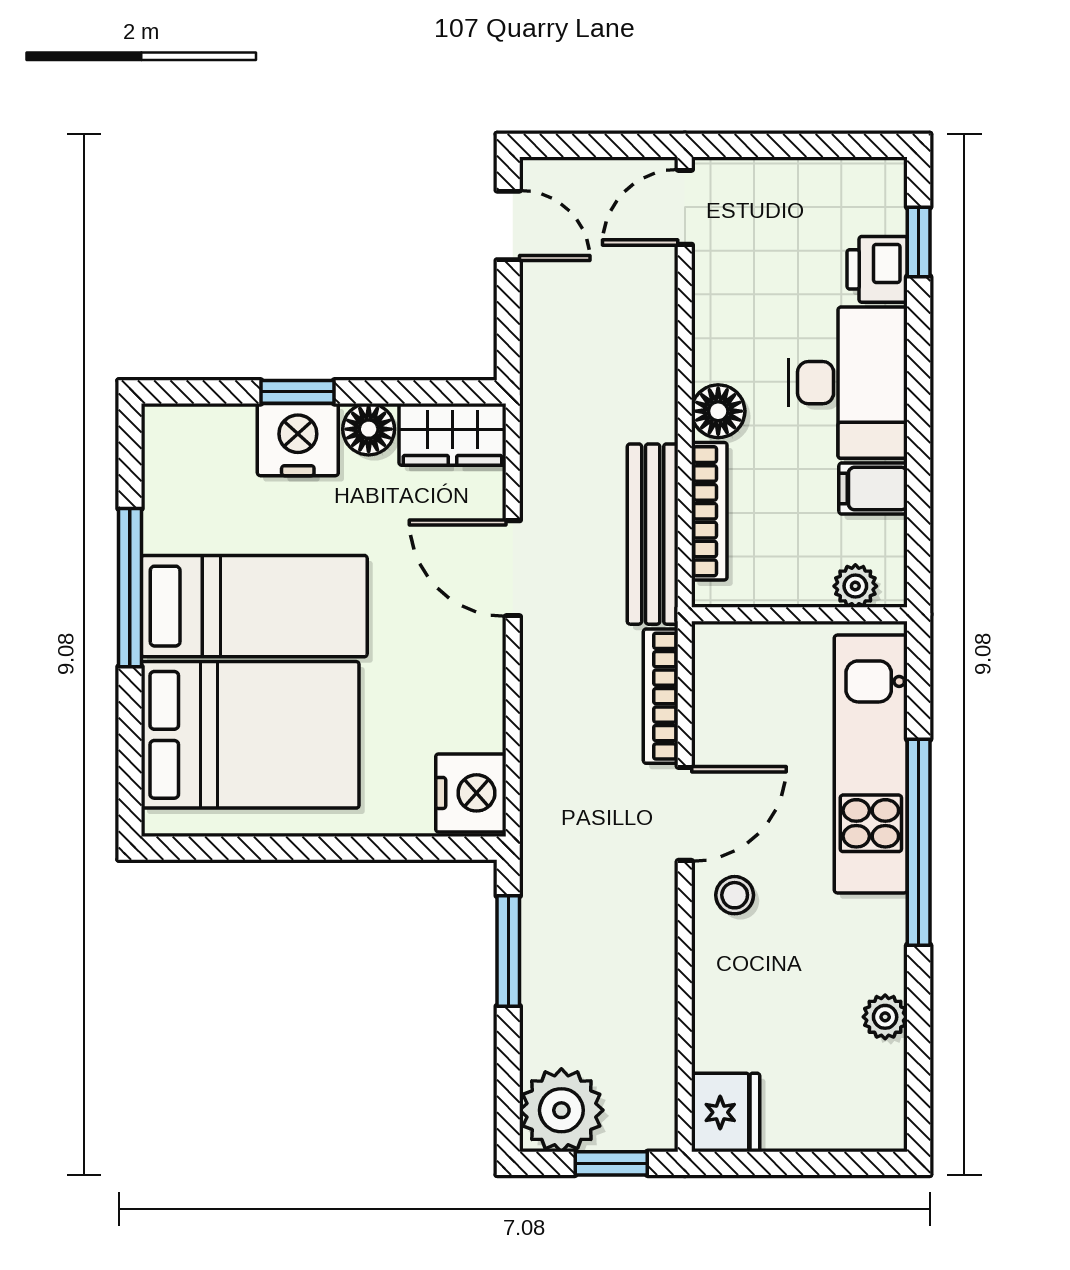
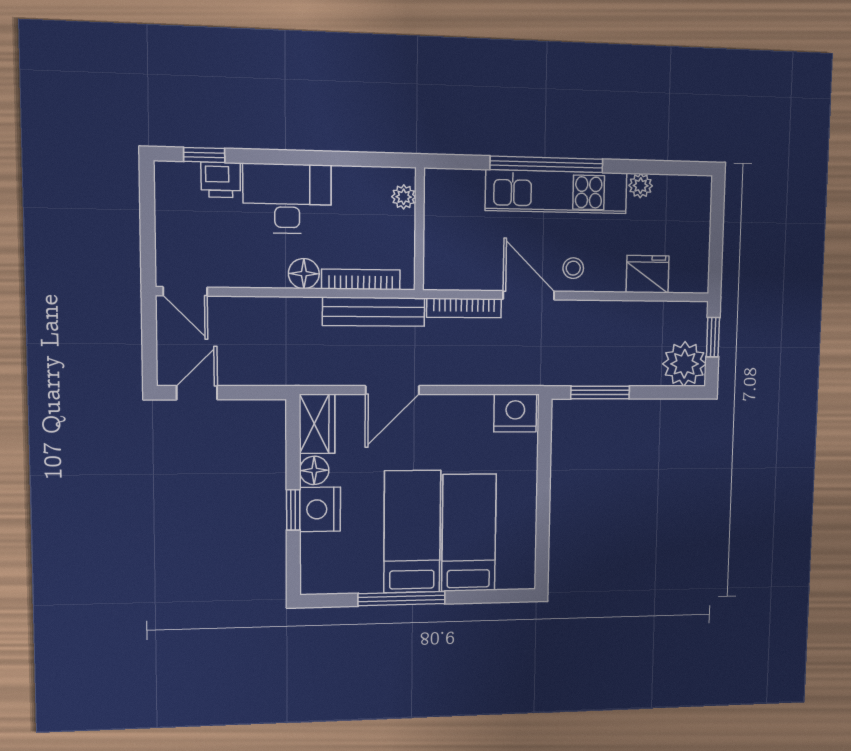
filing cabinet: (873, 489) -> (348, 185), removed
bed: (250, 735) -> (469, 533), width x0.67
kitchen unit: (871, 764) -> (556, 192), moved
fridge: (726, 1112) -> (648, 274), moved

